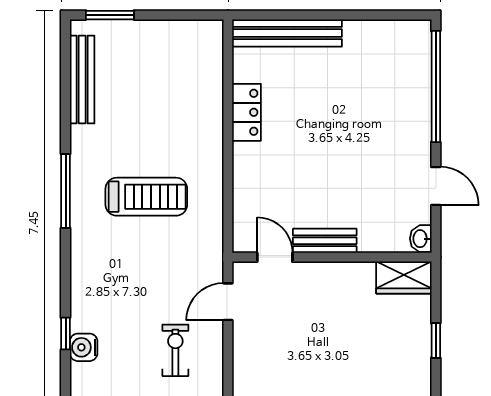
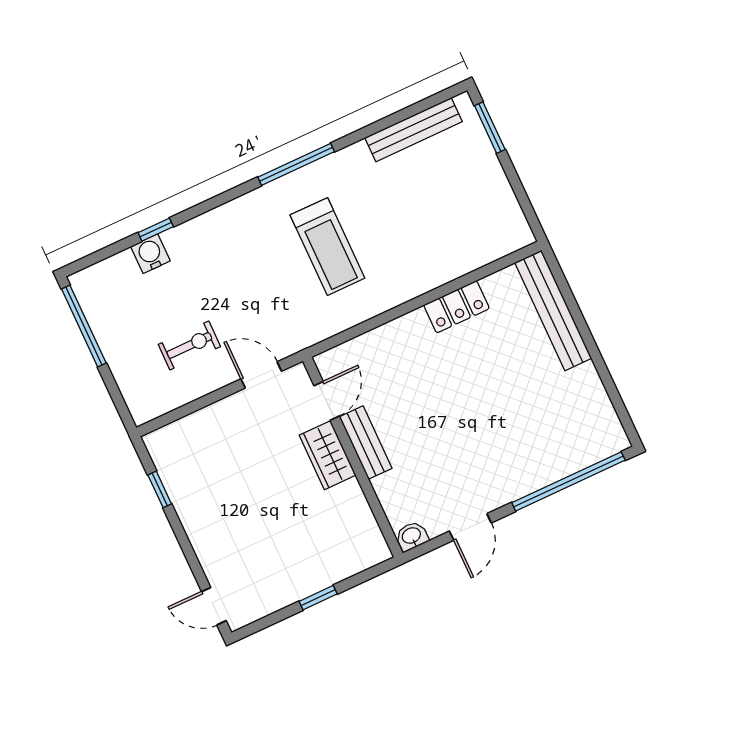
wardrobe: (404, 277) -> (328, 455), moved

